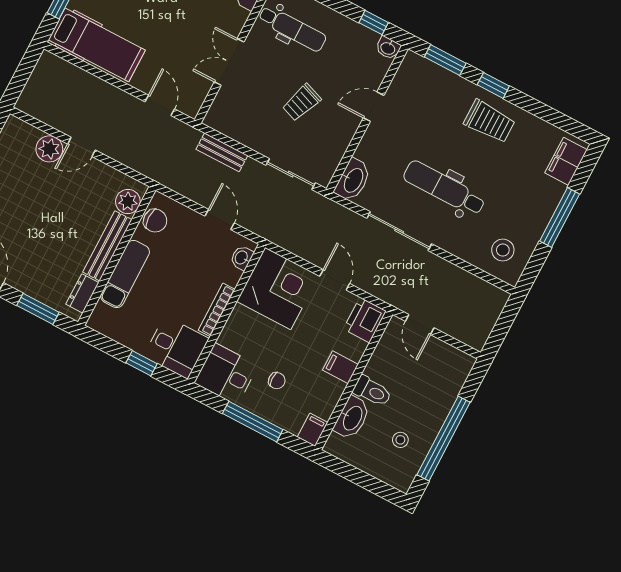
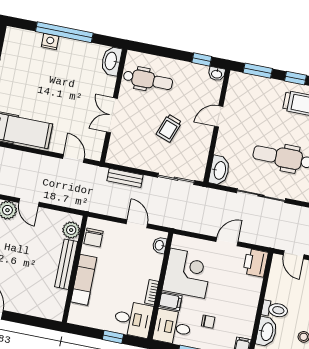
door: (81, 147) -> (29, 202), hinge flipped
chair: (155, 221) -> (94, 238), turned 90
door: (335, 280) -> (227, 242), hinge flipped
corner desk: (278, 289) -> (187, 273), moved
dresser: (82, 293) -> (59, 301), removed
window: (38, 309) -> (32, 321), removed
bookcase: (217, 310) -> (152, 292), width x0.64
filing cabinet: (340, 367) -> (170, 301), moved, turned 180

